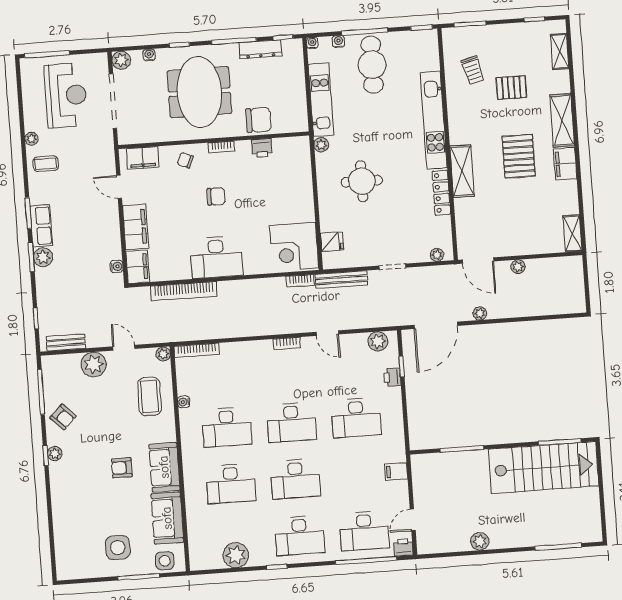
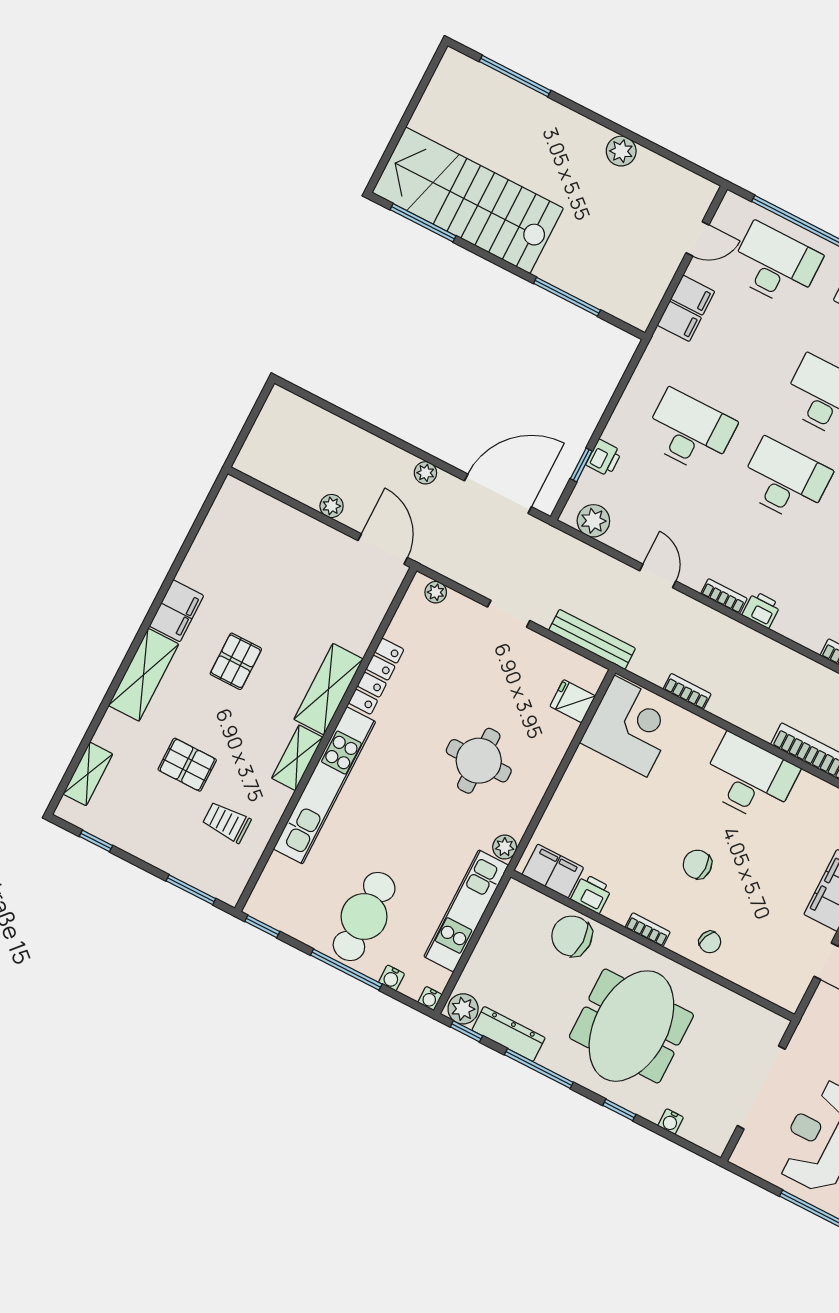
plant: (121, 60) -> (463, 1009), moved
trolley: (473, 70) -> (227, 822), turned -75
pallet: (519, 156) -> (236, 661), width x0.67, depth x0.71
filing cabinet: (143, 158) -> (553, 871), moved
shelving: (573, 233) -> (297, 758), moved
bookcase: (300, 281) -> (687, 692), moved
filing cabinet: (397, 489) -> (693, 295), added
printer: (403, 547) -> (761, 610), moved, turned 180

